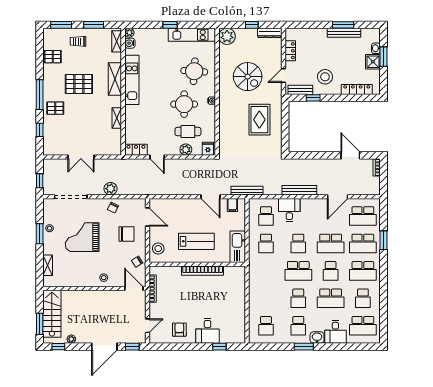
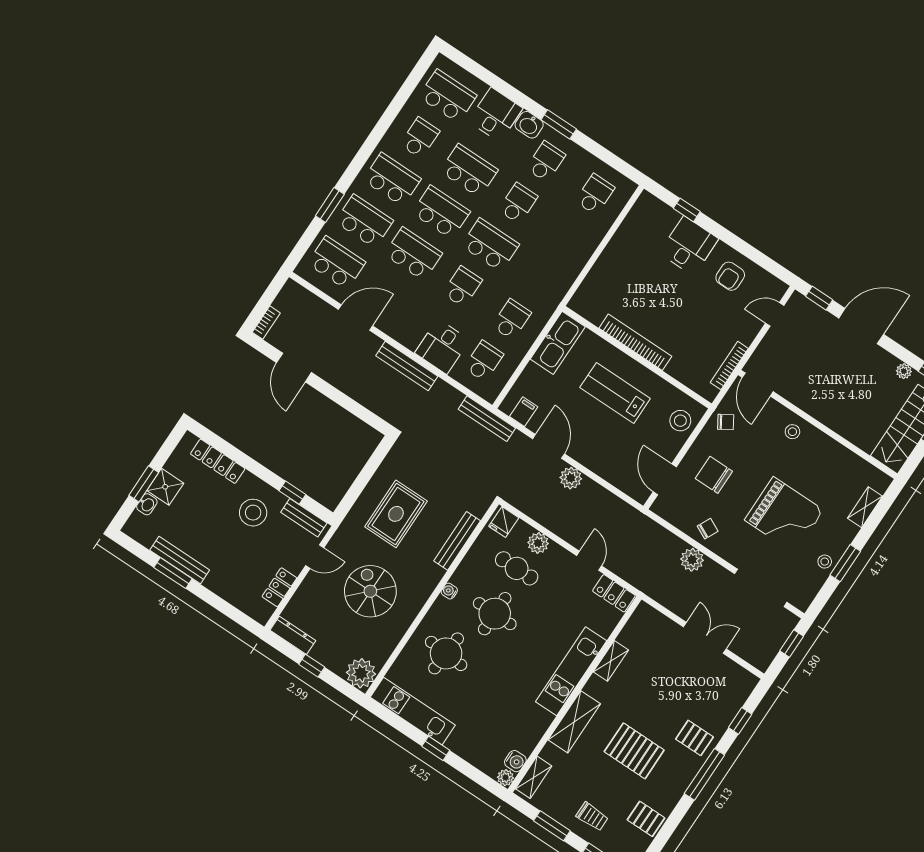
kitchen unit: (132, 80) -> (571, 671), moved
bench: (223, 126) -> (457, 541), added
plant: (191, 189) -> (571, 478), added
school desk: (331, 271) -> (441, 212), width x1.85

